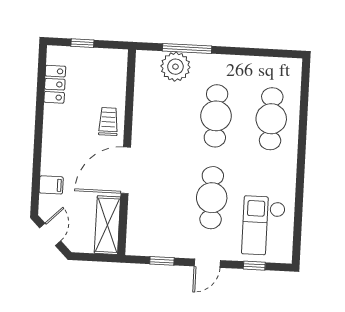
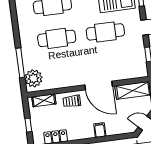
plant: (175, 67) -> (33, 78), moved
shelving: (118, 76) -> (44, 100), added
filing cabinet: (51, 185) -> (100, 130), moved

